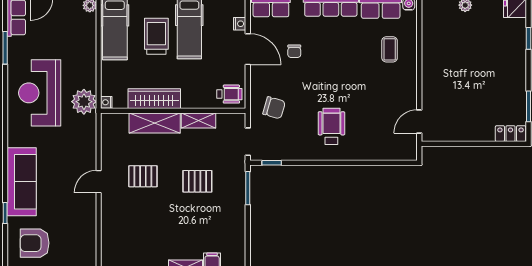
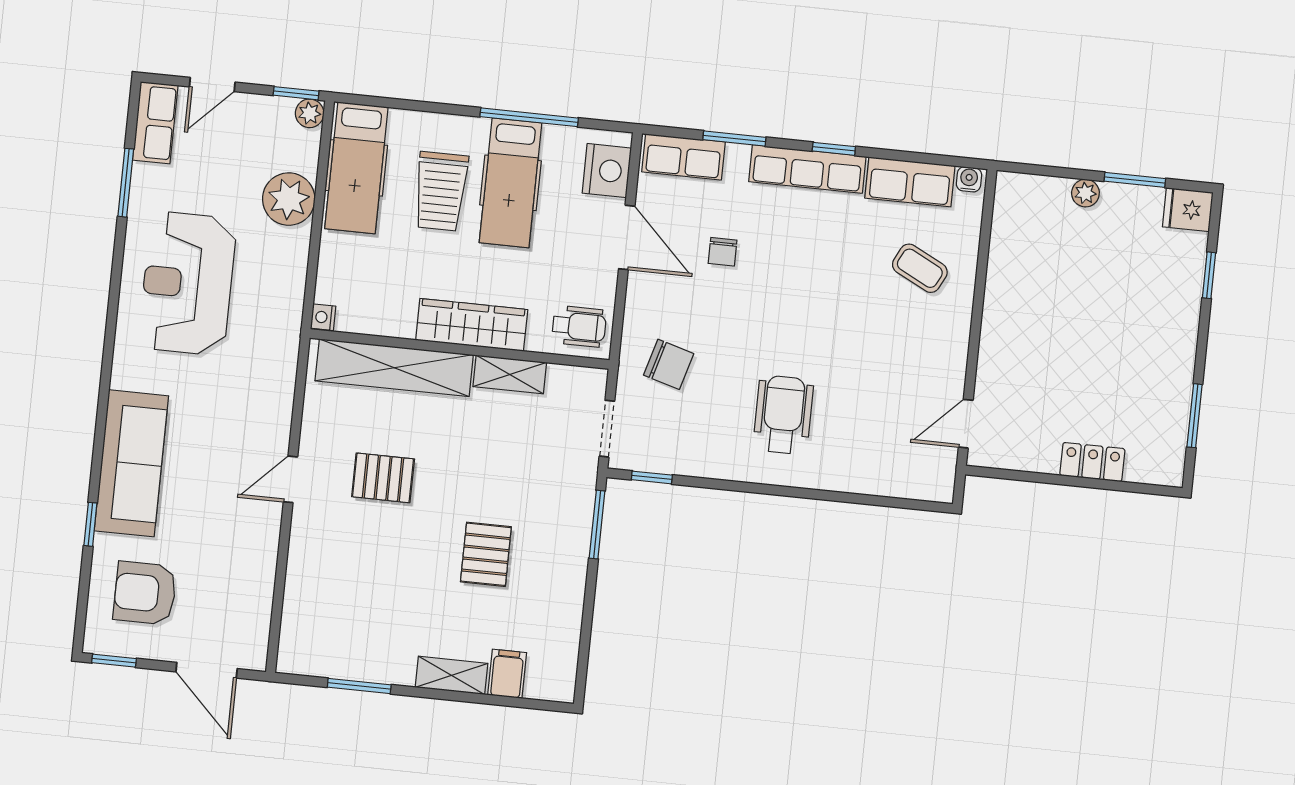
nightstand: (240, 24) -> (607, 171), width x1.89, depth x1.79
trolley: (156, 36) -> (441, 191), turned 180
coffee table: (390, 49) -> (920, 268), turned -63
wardrobe: (154, 99) -> (472, 325), moved
plant: (84, 102) -> (289, 199), moved
shelving: (155, 123) -> (394, 368), width x1.47
locker: (510, 134) -> (1092, 462), moved
pallet: (197, 181) -> (486, 554), moved, turned 90

